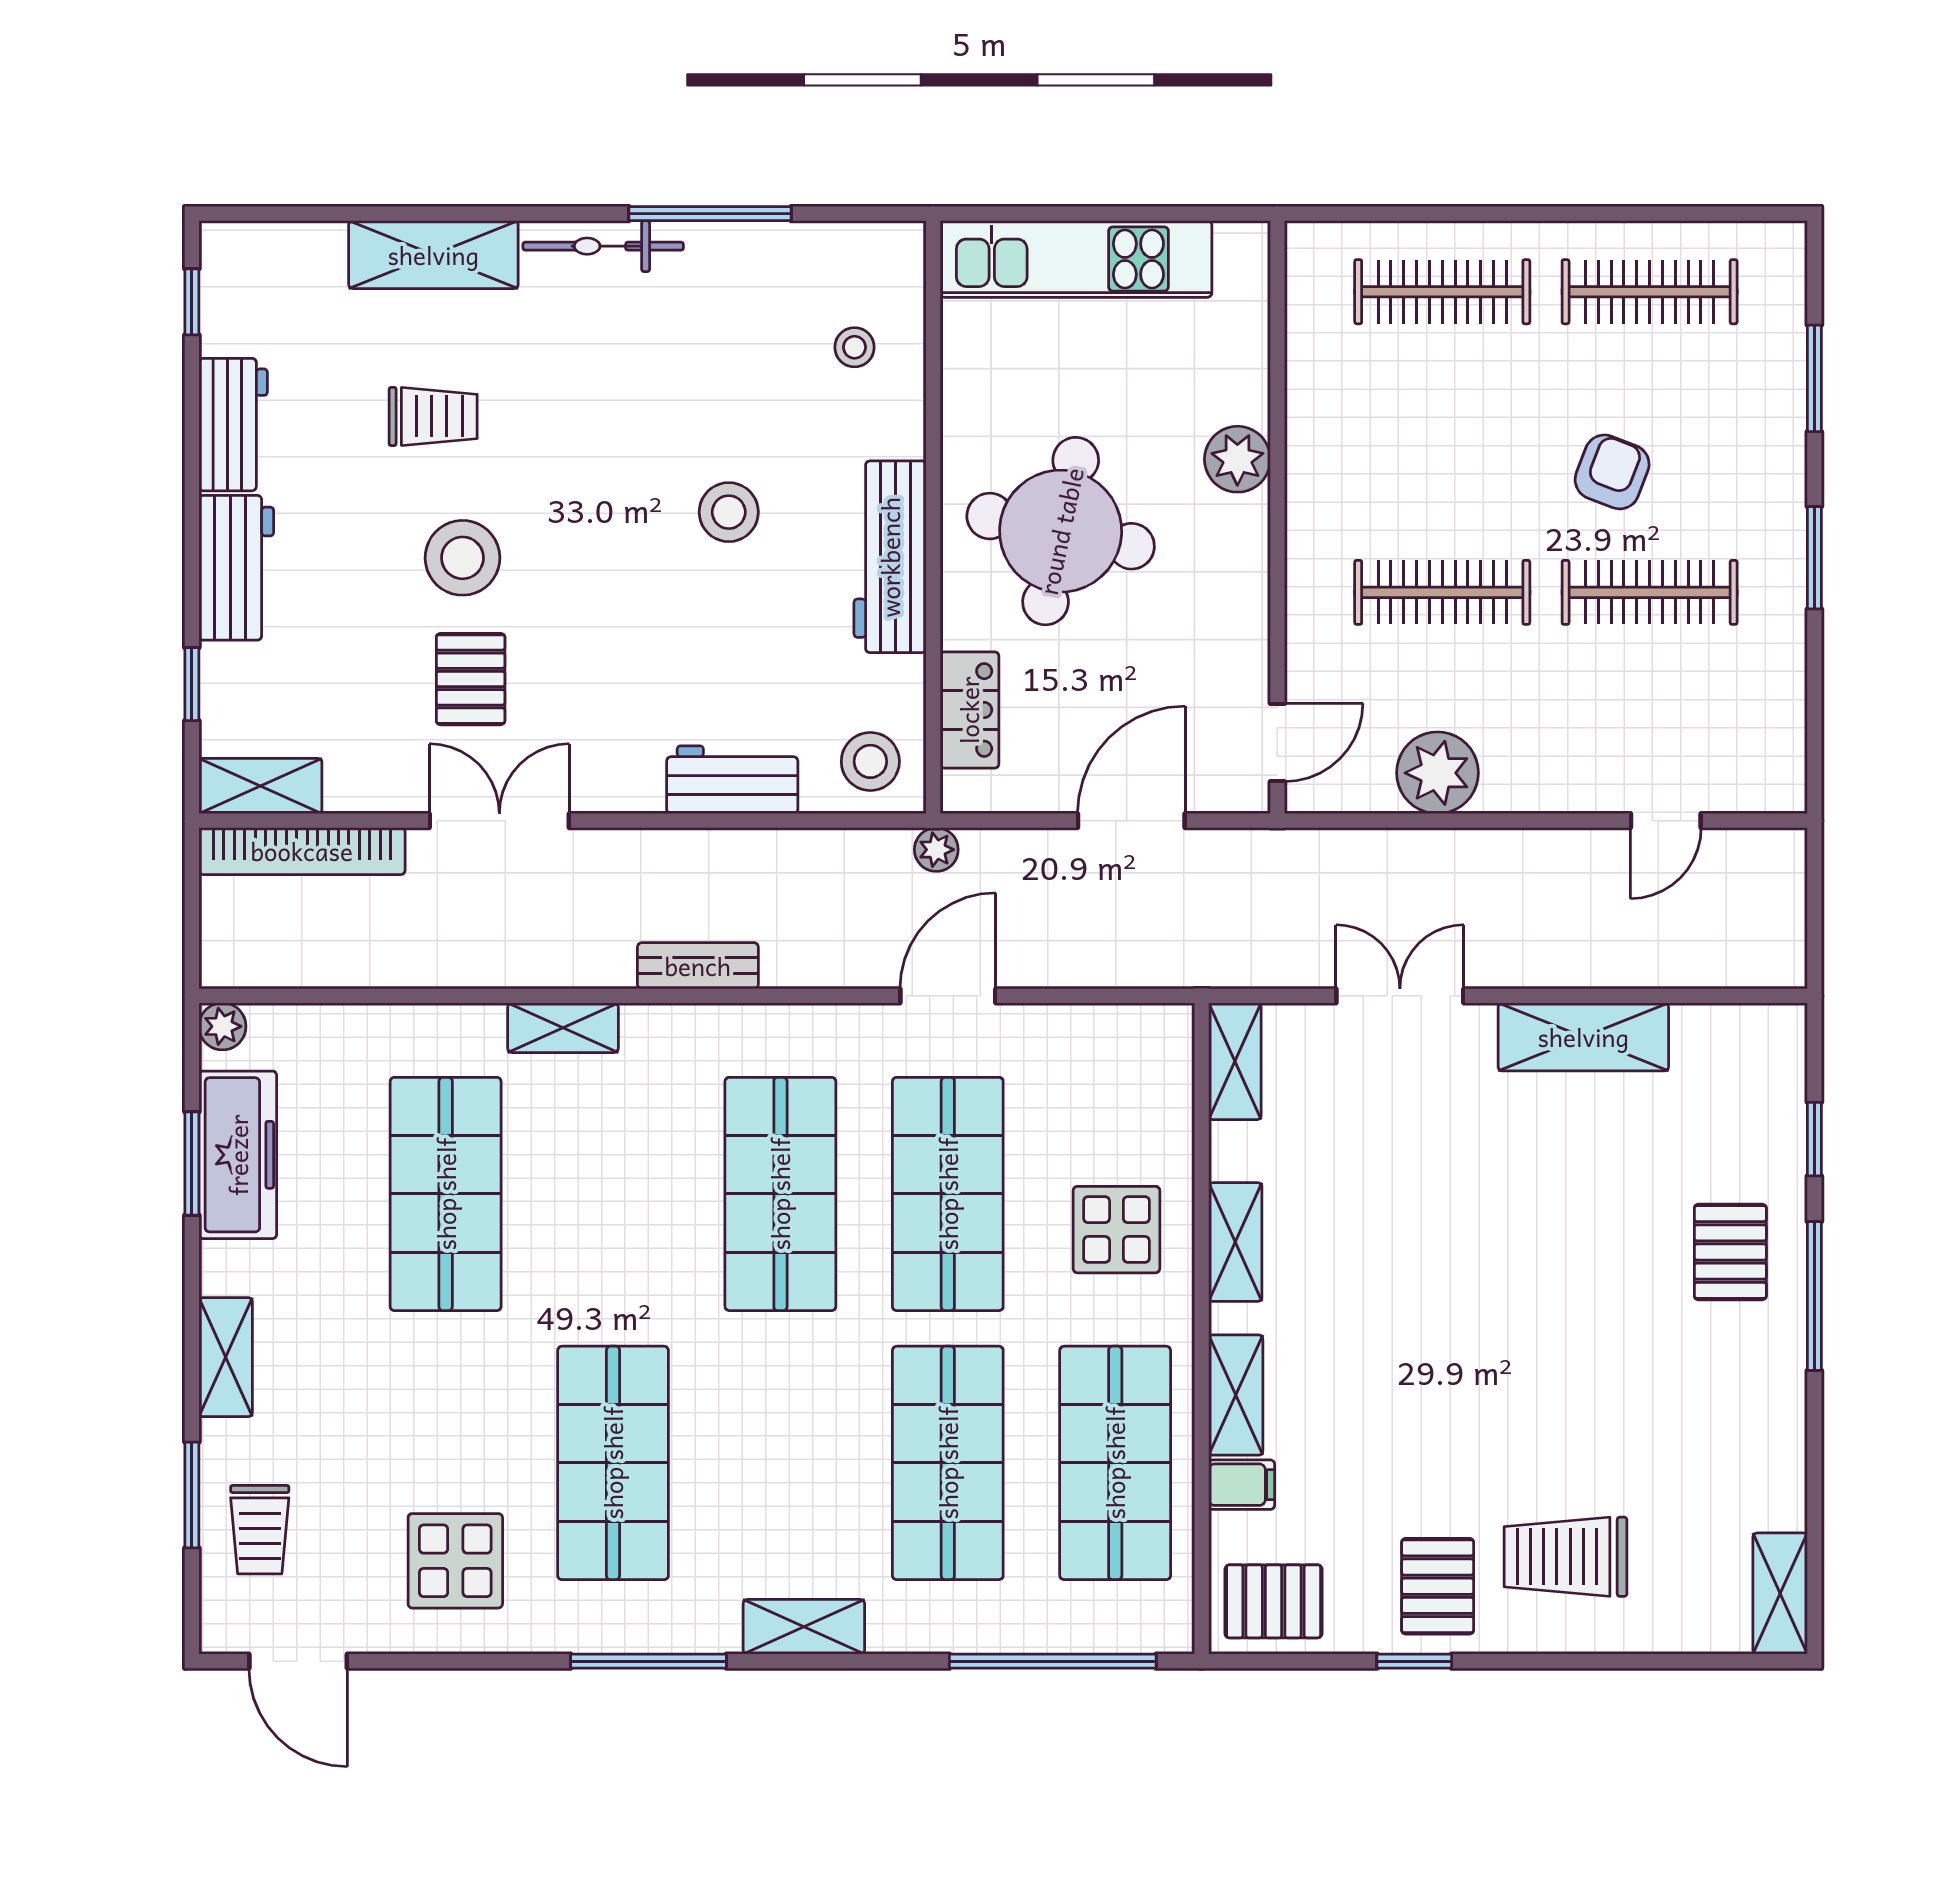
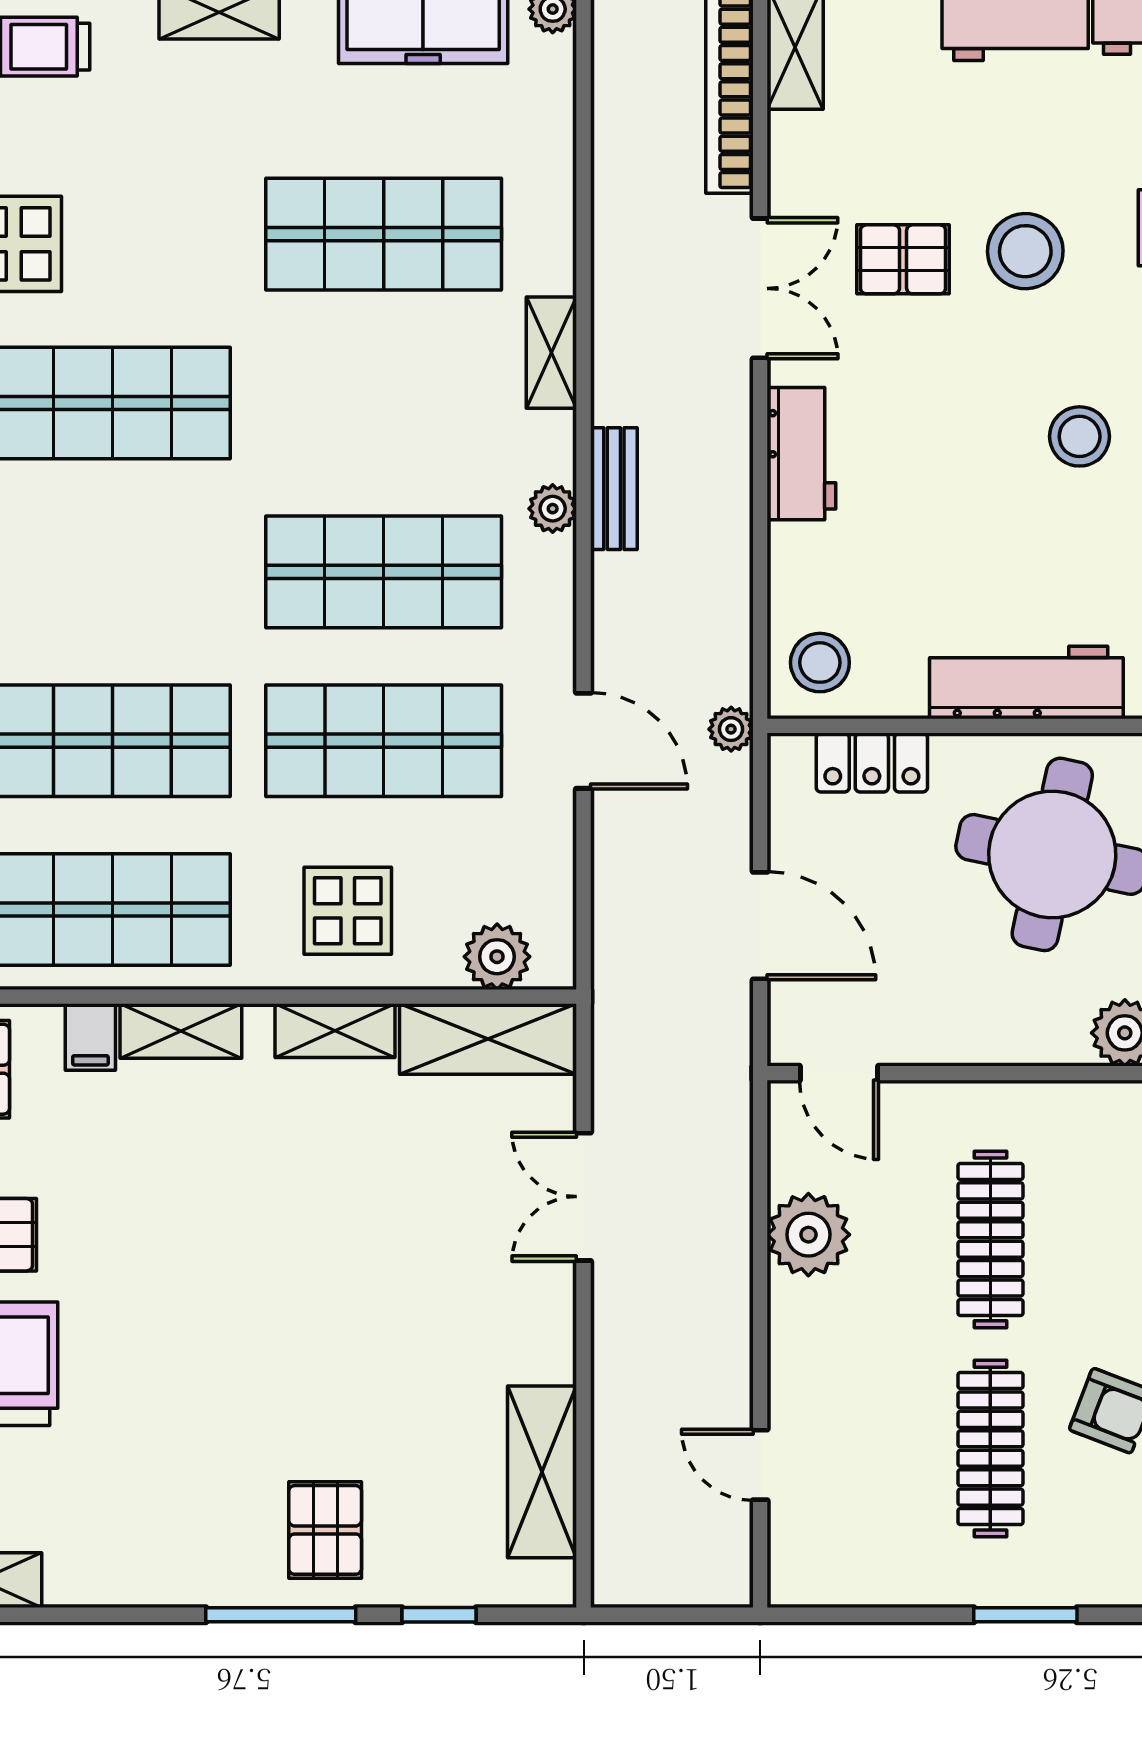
stool: (729, 512) -> (1080, 436), moved
workbench: (732, 780) -> (801, 454), moved
double door: (1400, 996) -> (584, 1197), swing flipped
plant: (718, 1026) -> (553, 509), added
shelving: (1583, 1037) -> (542, 1472), moved
shelving: (1235, 1061) -> (488, 1039), width x1.50, depth x1.33
plant: (1162, 1082) -> (497, 957), added
pallet: (1730, 1252) -> (325, 1530), turned 90

